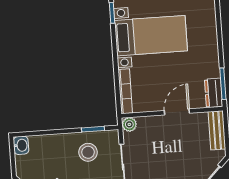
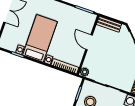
dresser: (214, 93) -> (87, 17), removed

